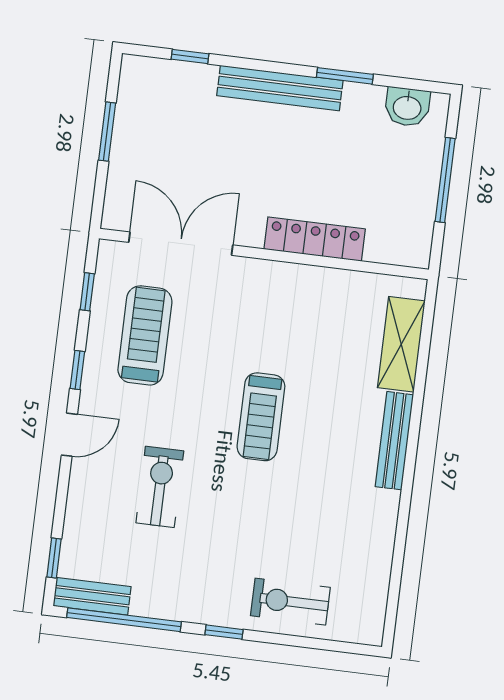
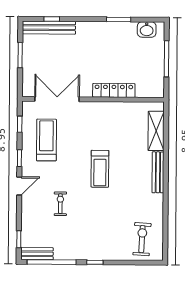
bench: (280, 88) -> (49, 28), moved
exercise bike: (160, 487) -> (60, 204), width x0.73, depth x0.72
exercise bike: (290, 602) -> (142, 239), moved, turned 93

